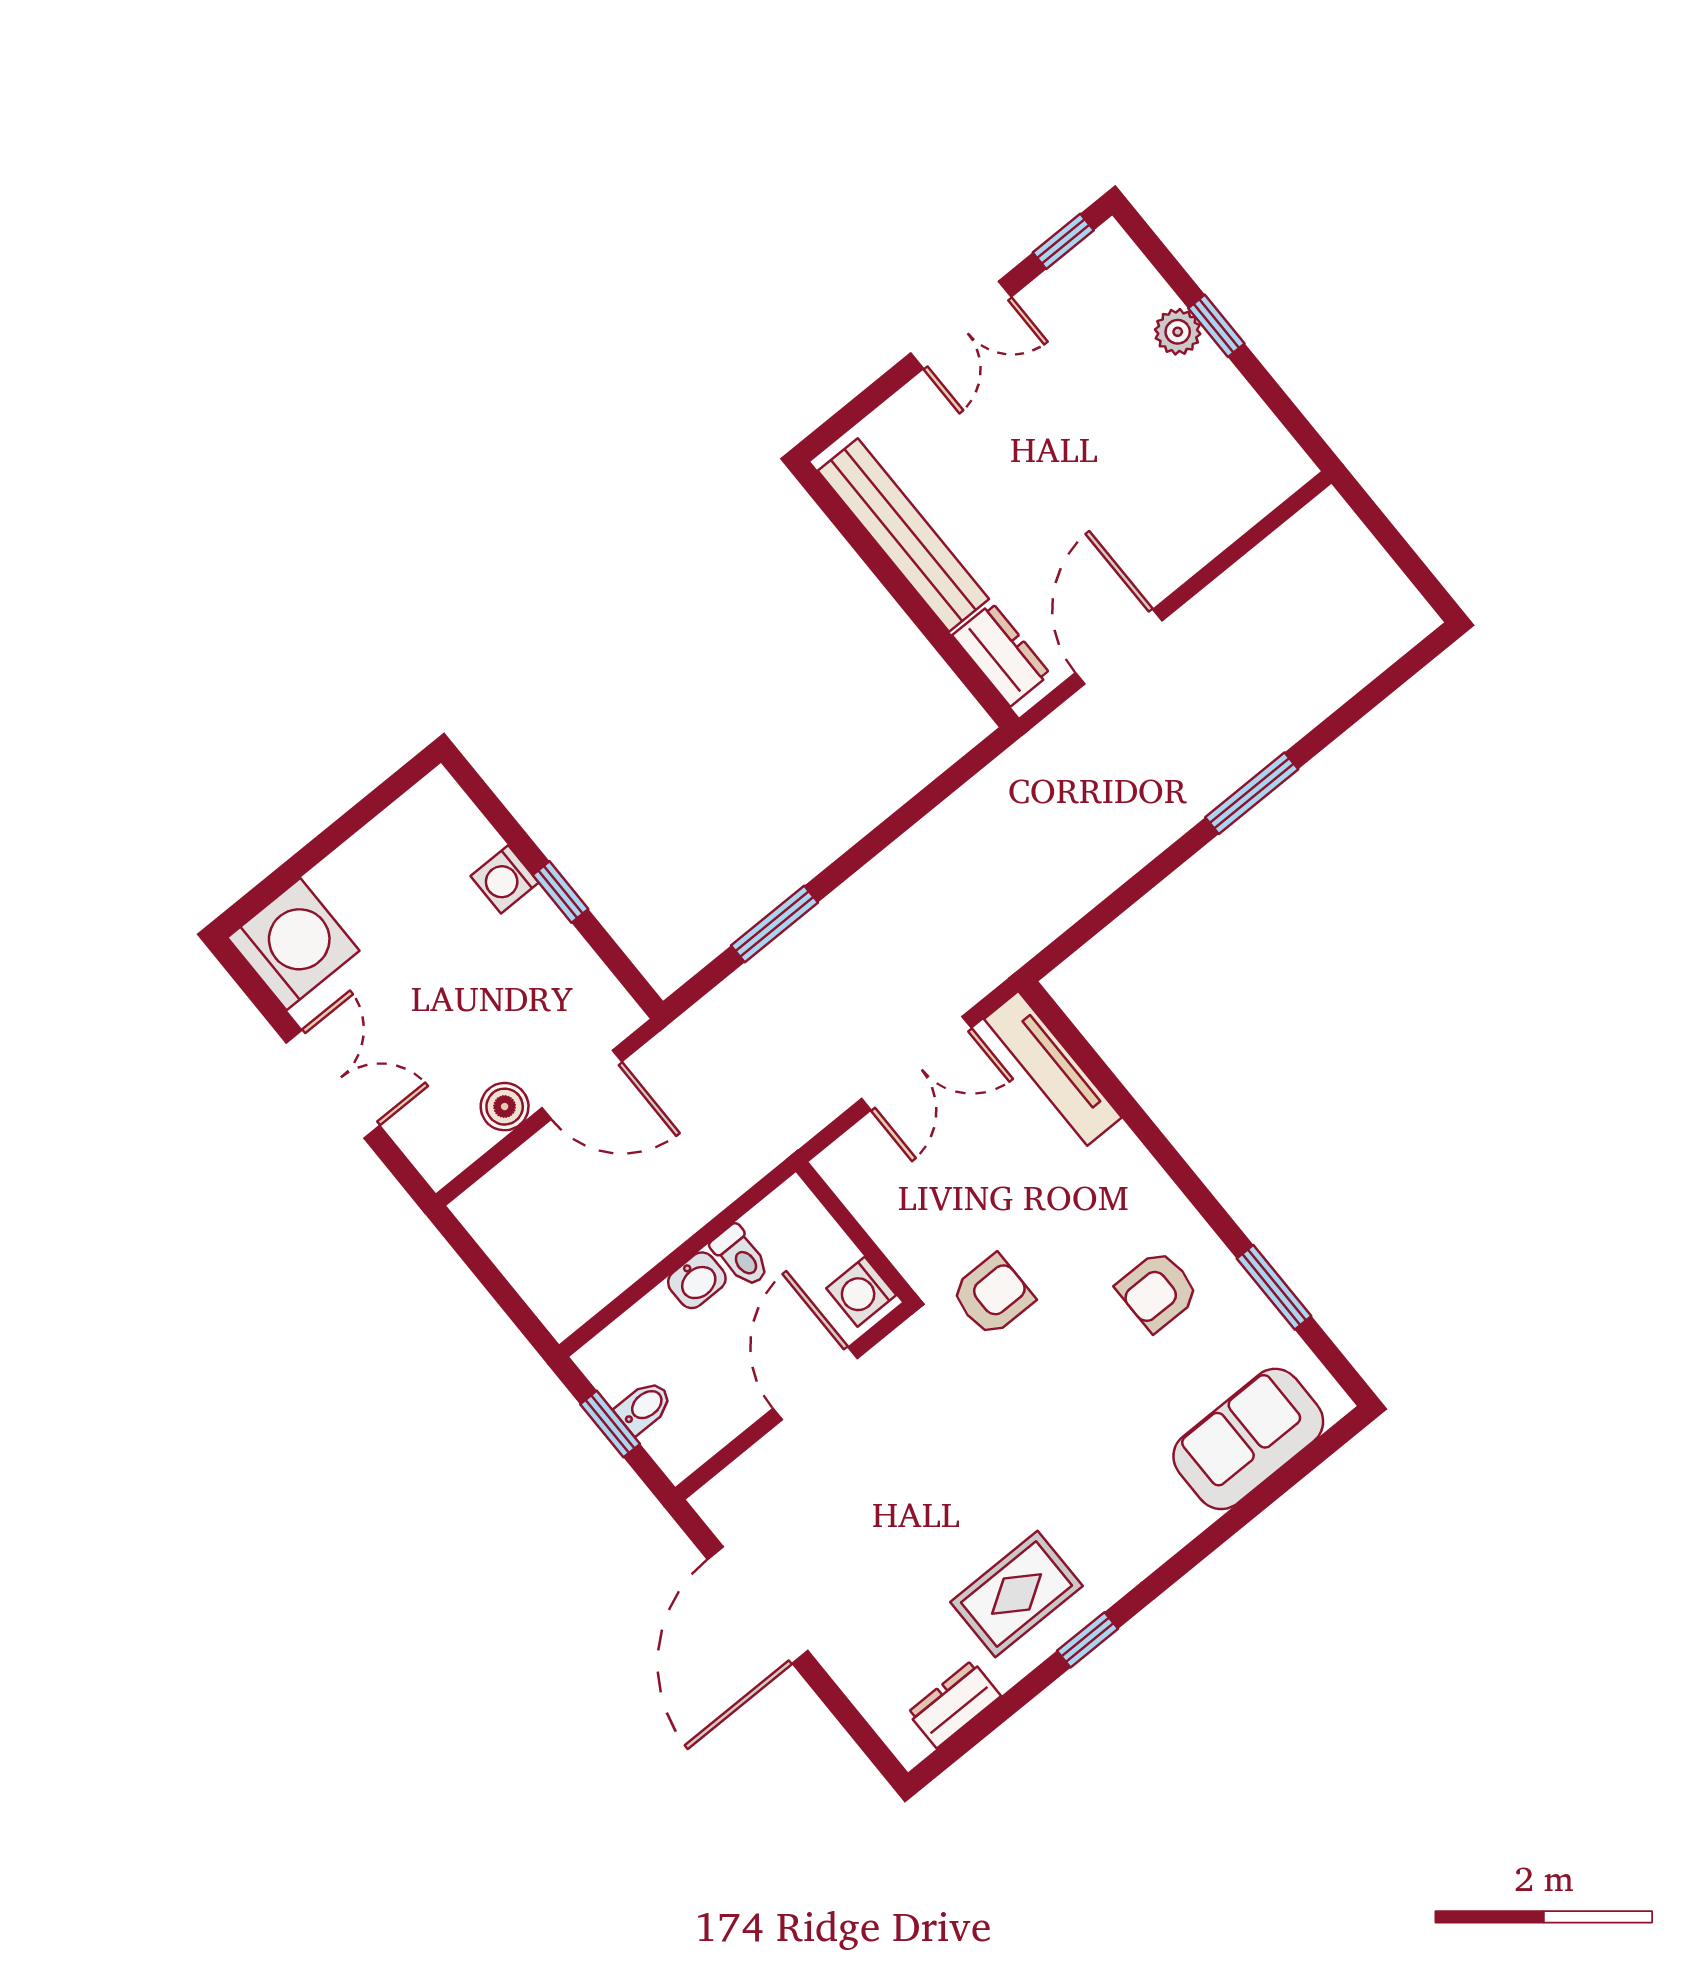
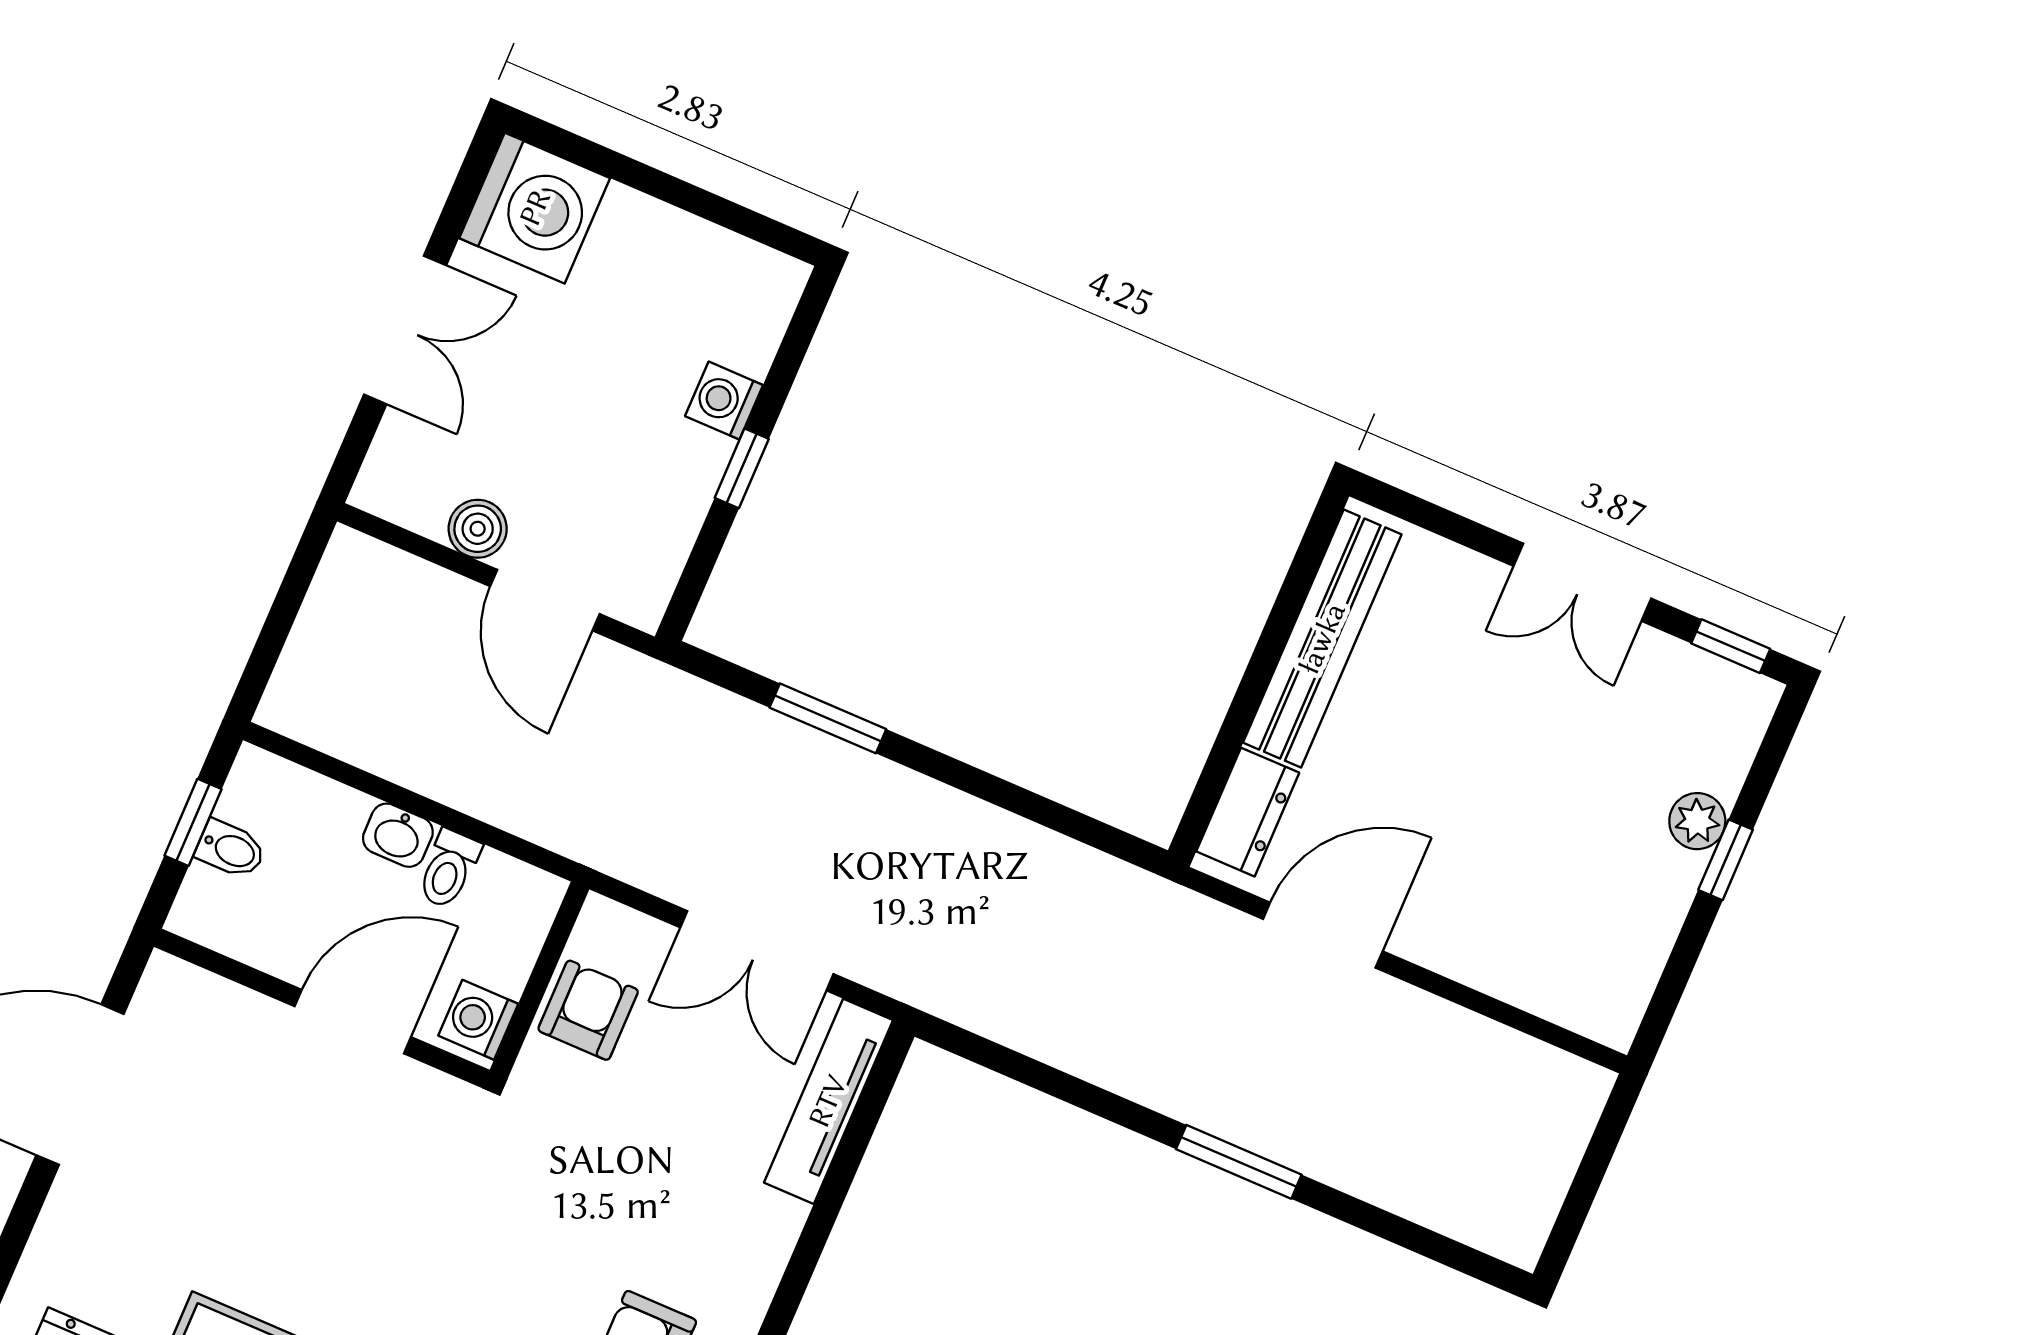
armchair: (992, 1295) -> (588, 1010), moved, turned -90

